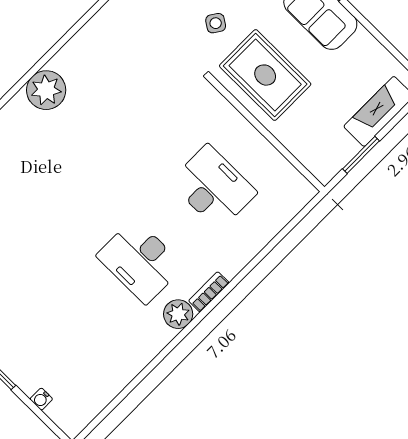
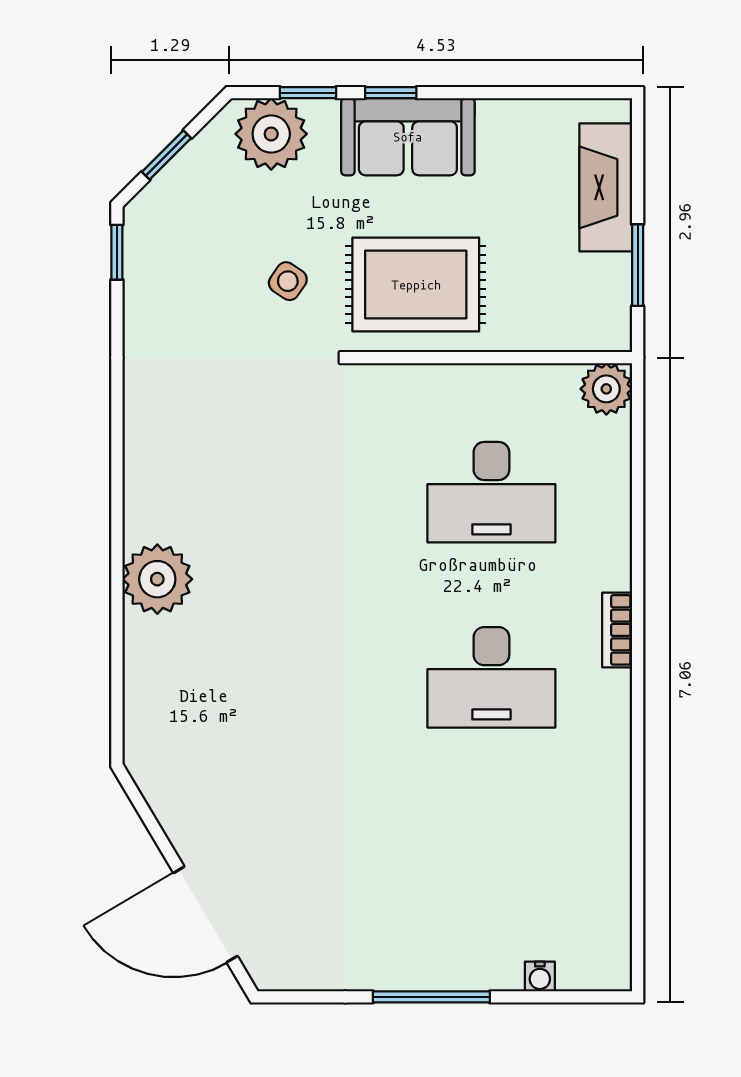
desk: (213, 187) -> (491, 492), turned 180
plant: (178, 314) -> (606, 389), moved

